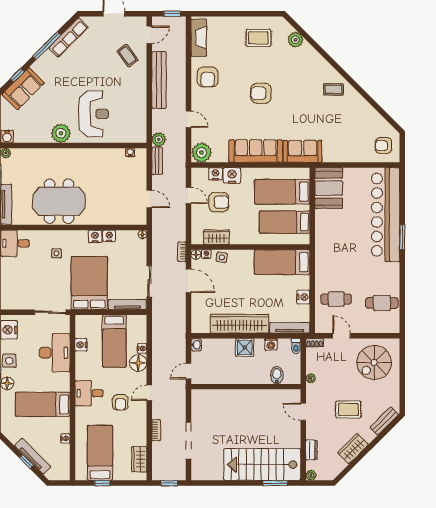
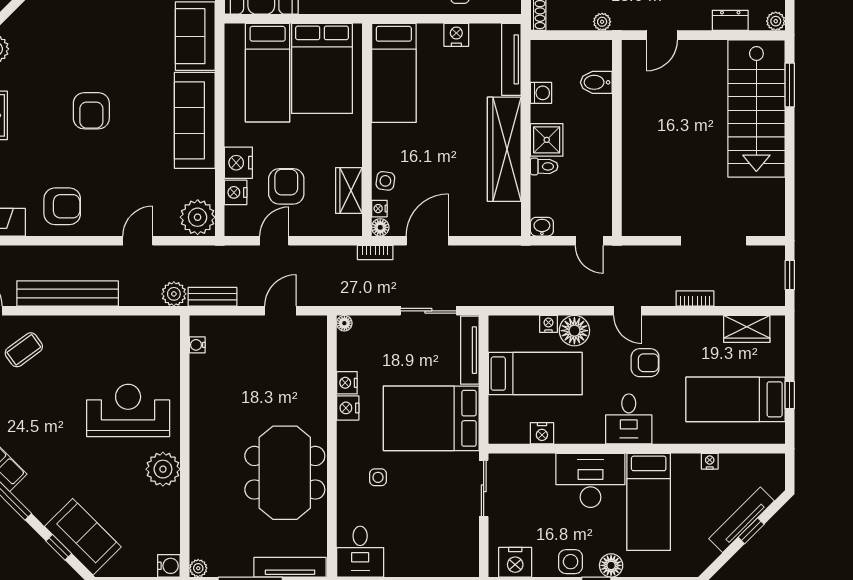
bed: (285, 222) -> (322, 68), width x1.50
toilet: (296, 346) -> (544, 166), moved
desk: (55, 353) -> (590, 480), moved

